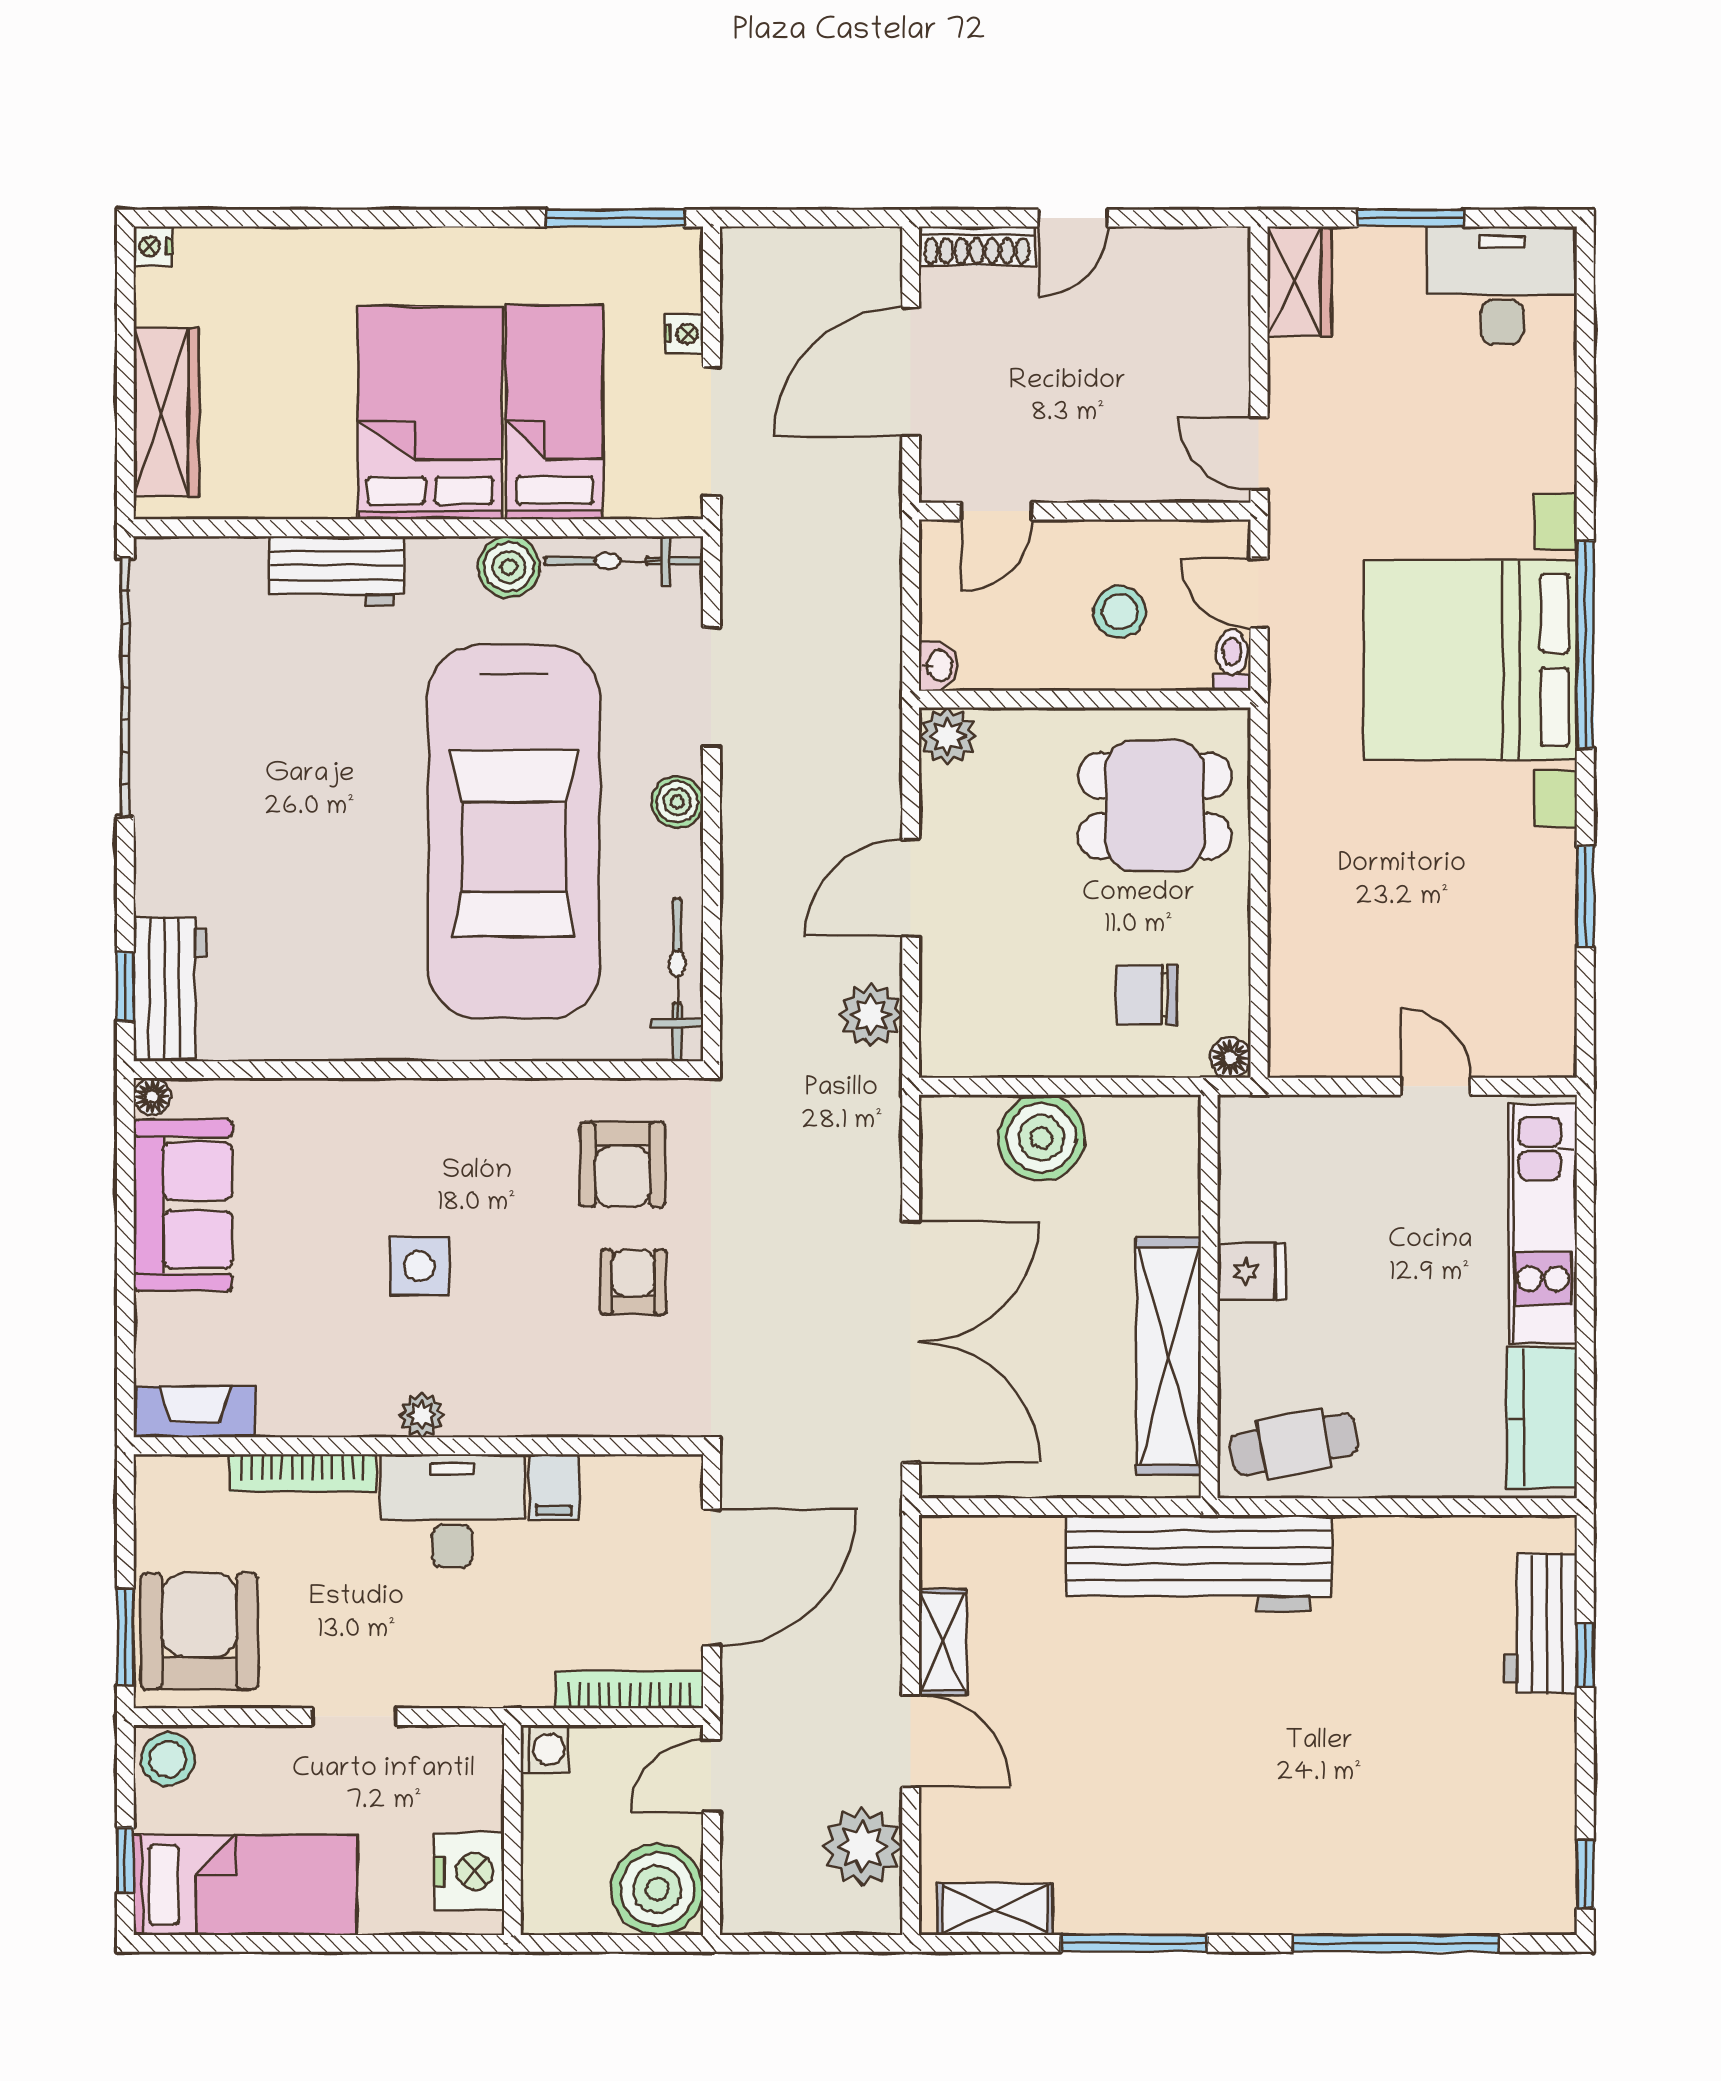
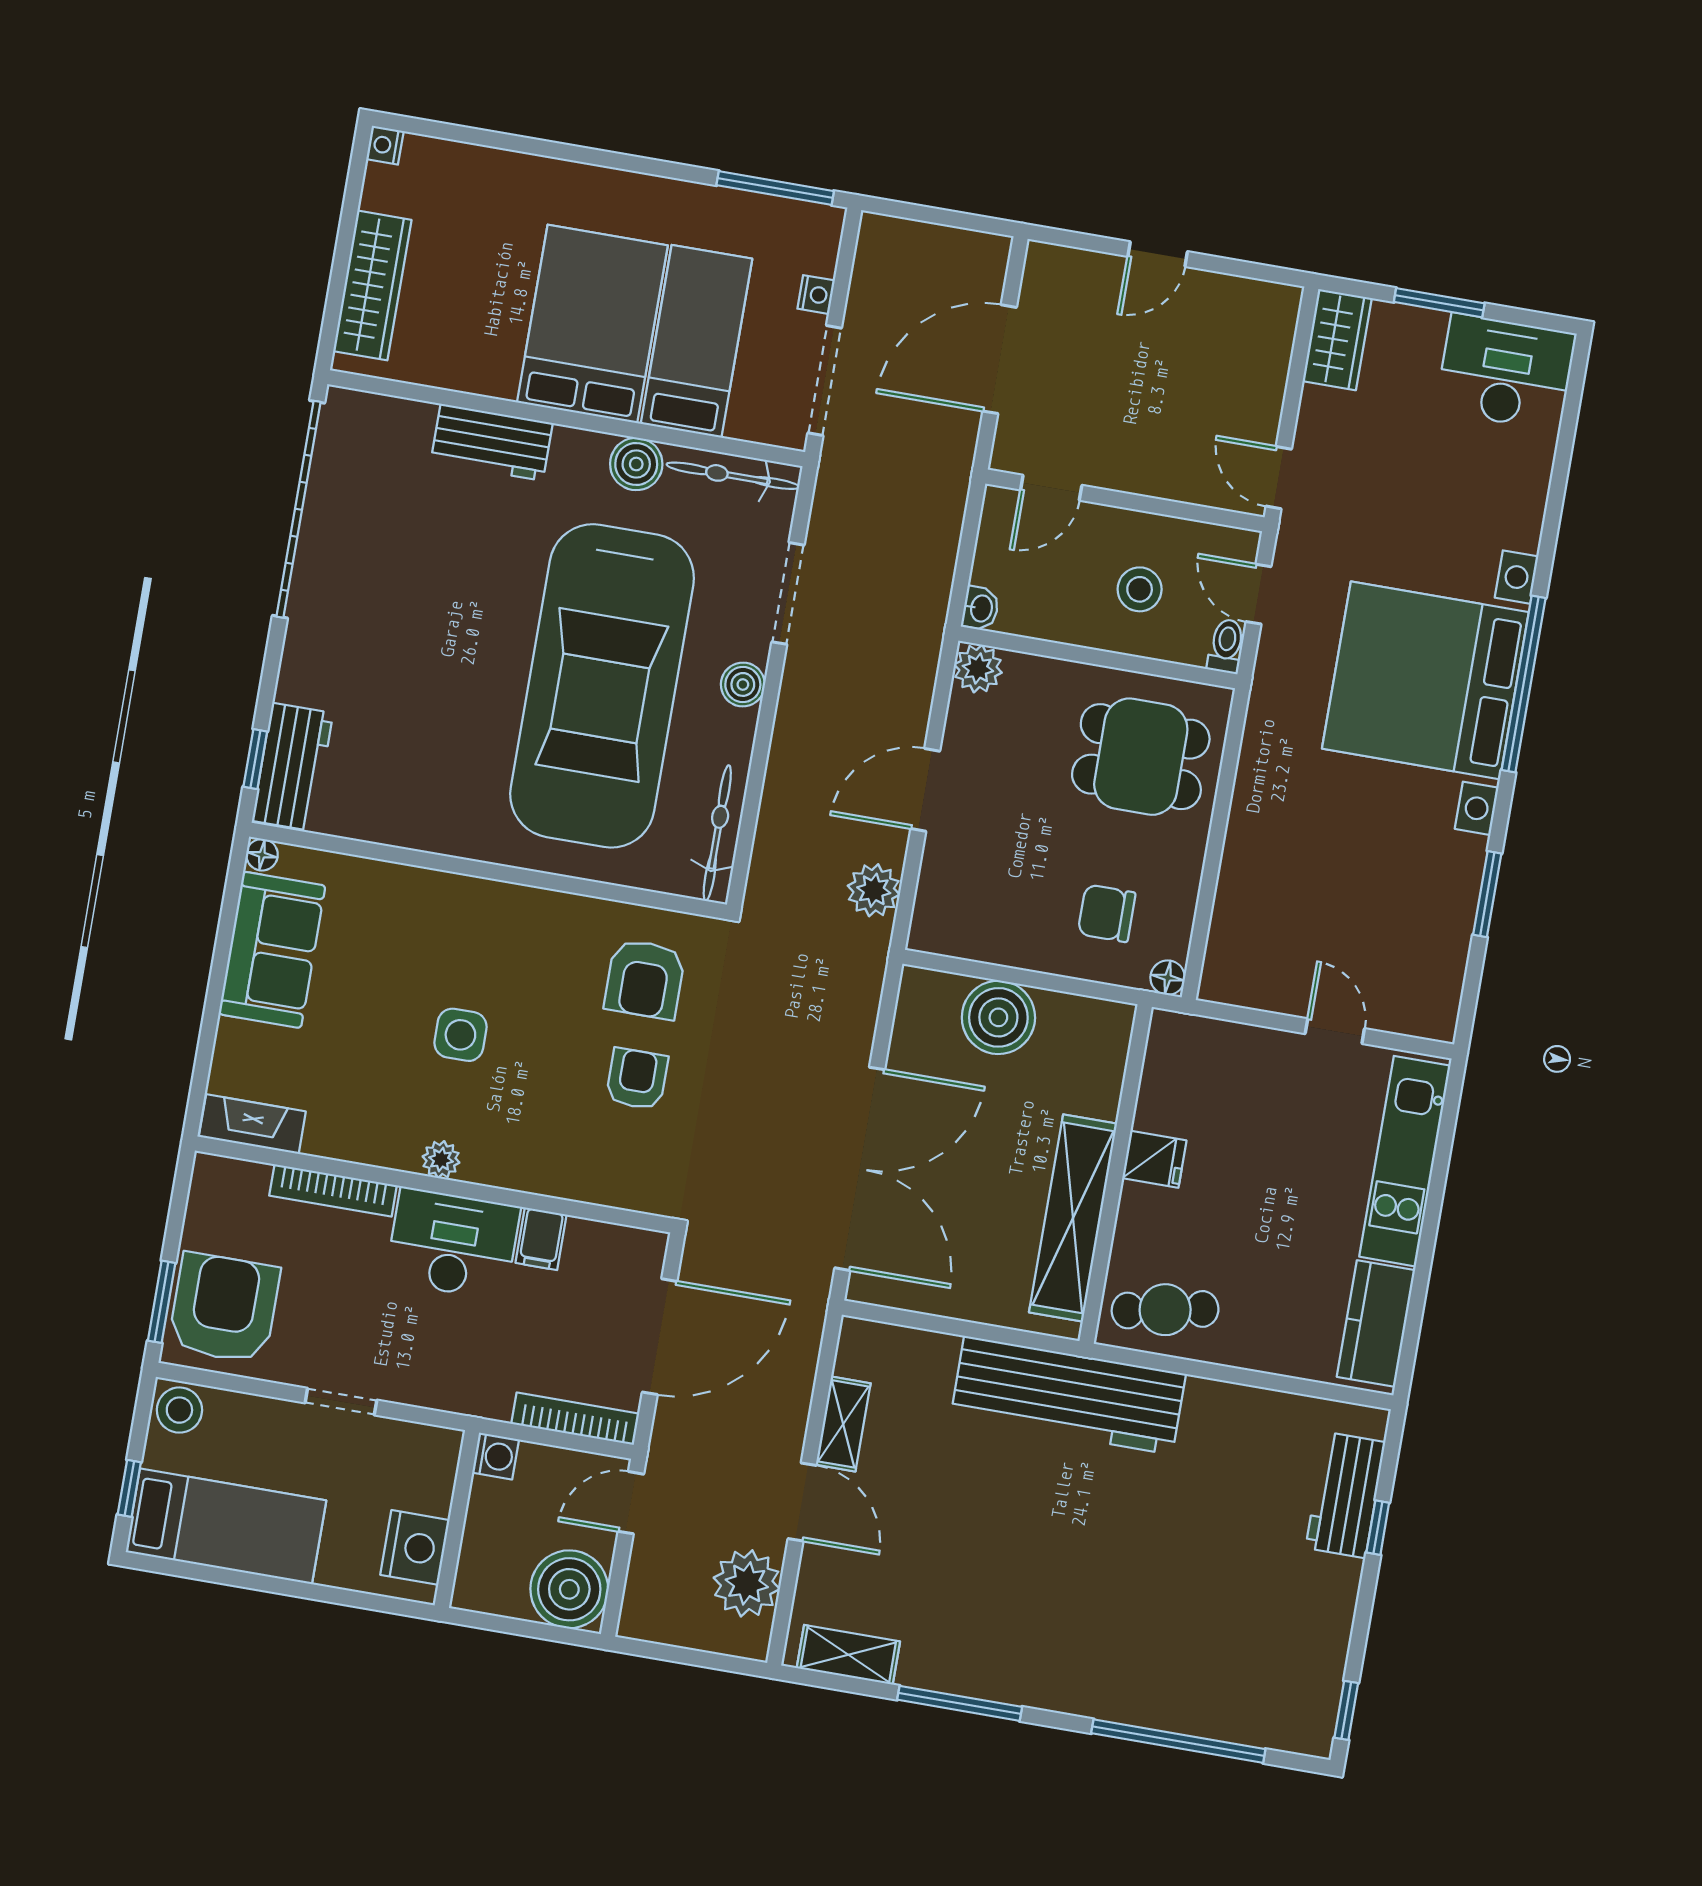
shoe rack: (977, 246) -> (1073, 264), removed

